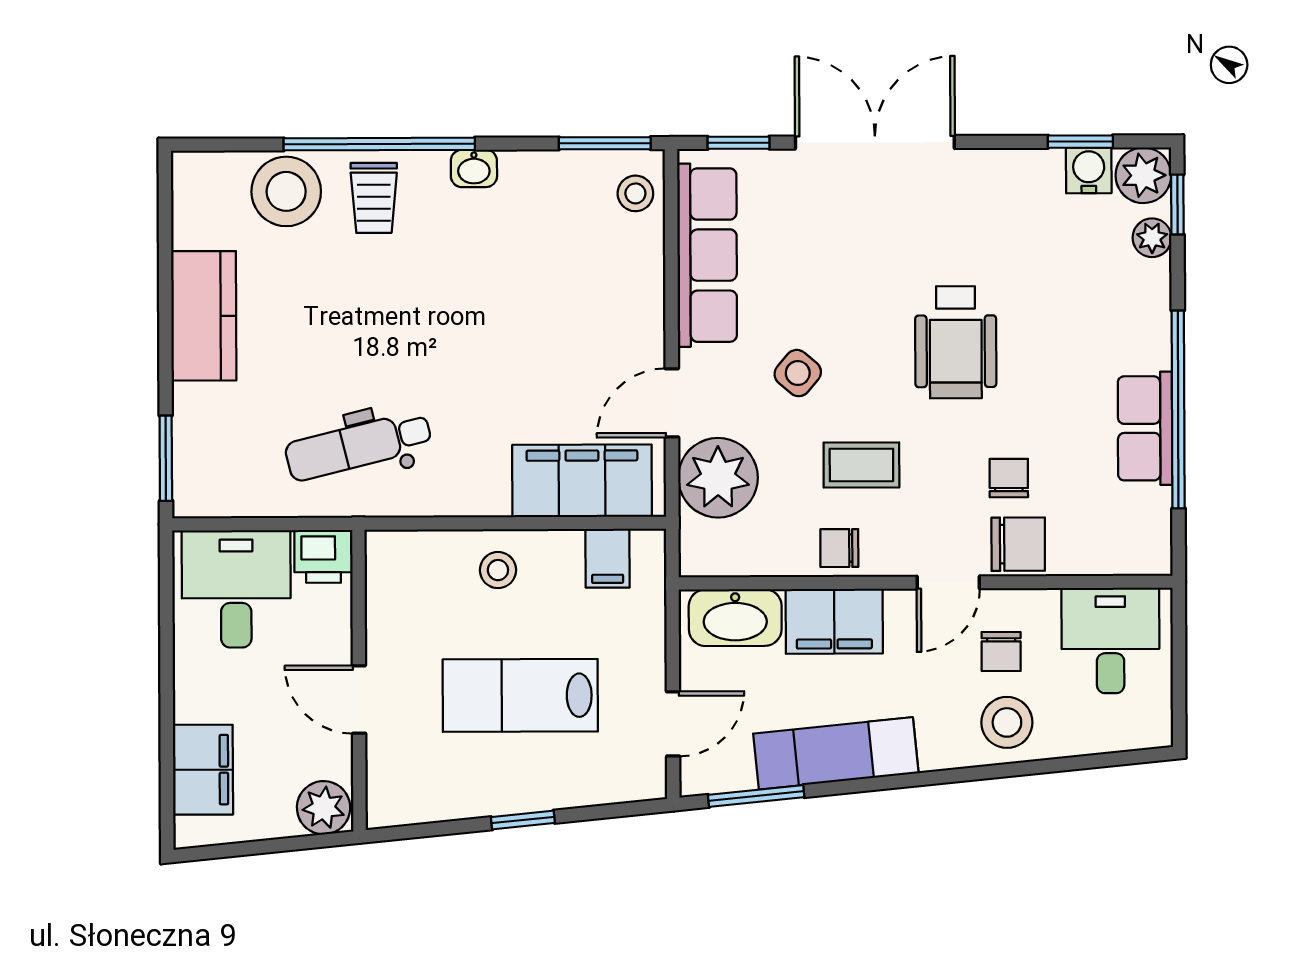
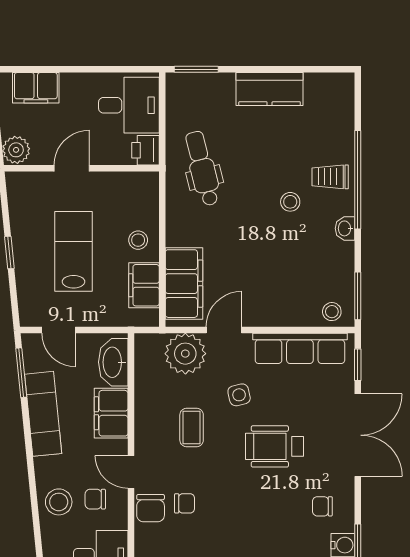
stool: (286, 191) -> (290, 202), moved, width x0.53, depth x0.53
wheelchair: (956, 342) -> (274, 446), moved
side table: (798, 373) -> (239, 395), turned 37
door: (672, 403) -> (224, 330), hinge flipped
chair: (839, 548) -> (322, 506), moved, turned -90
filing cabinet: (608, 558) -> (144, 285), width x2.00

